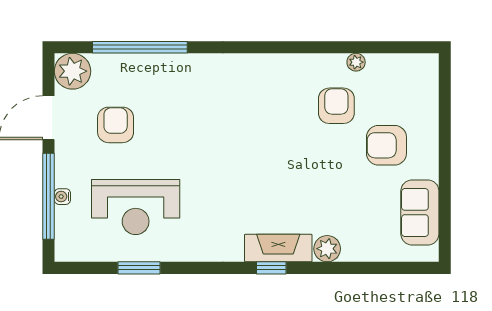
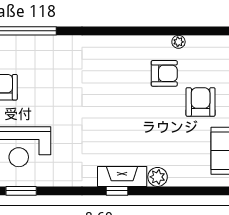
armchair: (336, 106) -> (164, 73), turned 90
armchair: (386, 145) -> (201, 102), turned 90

